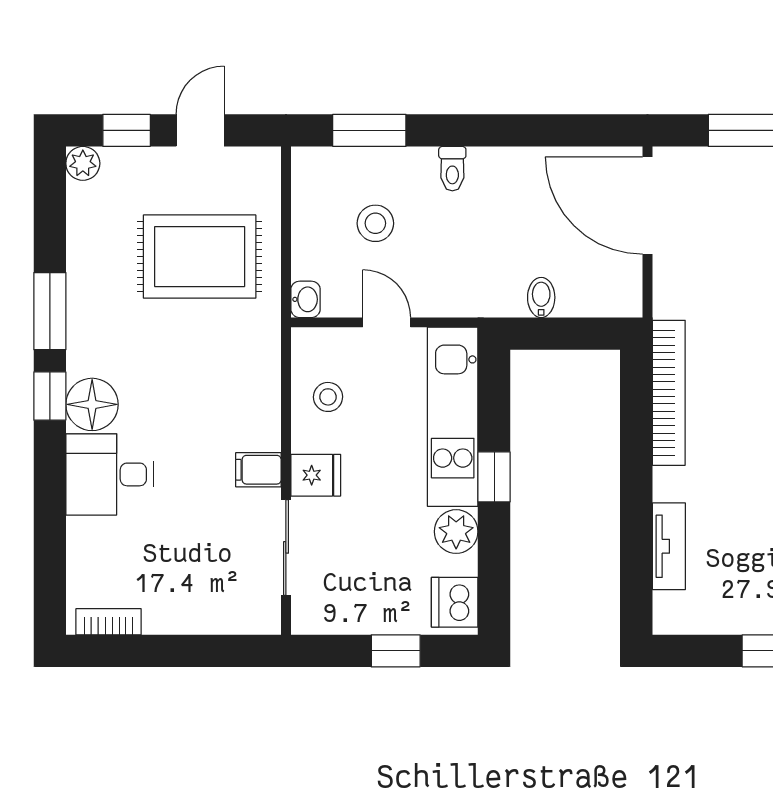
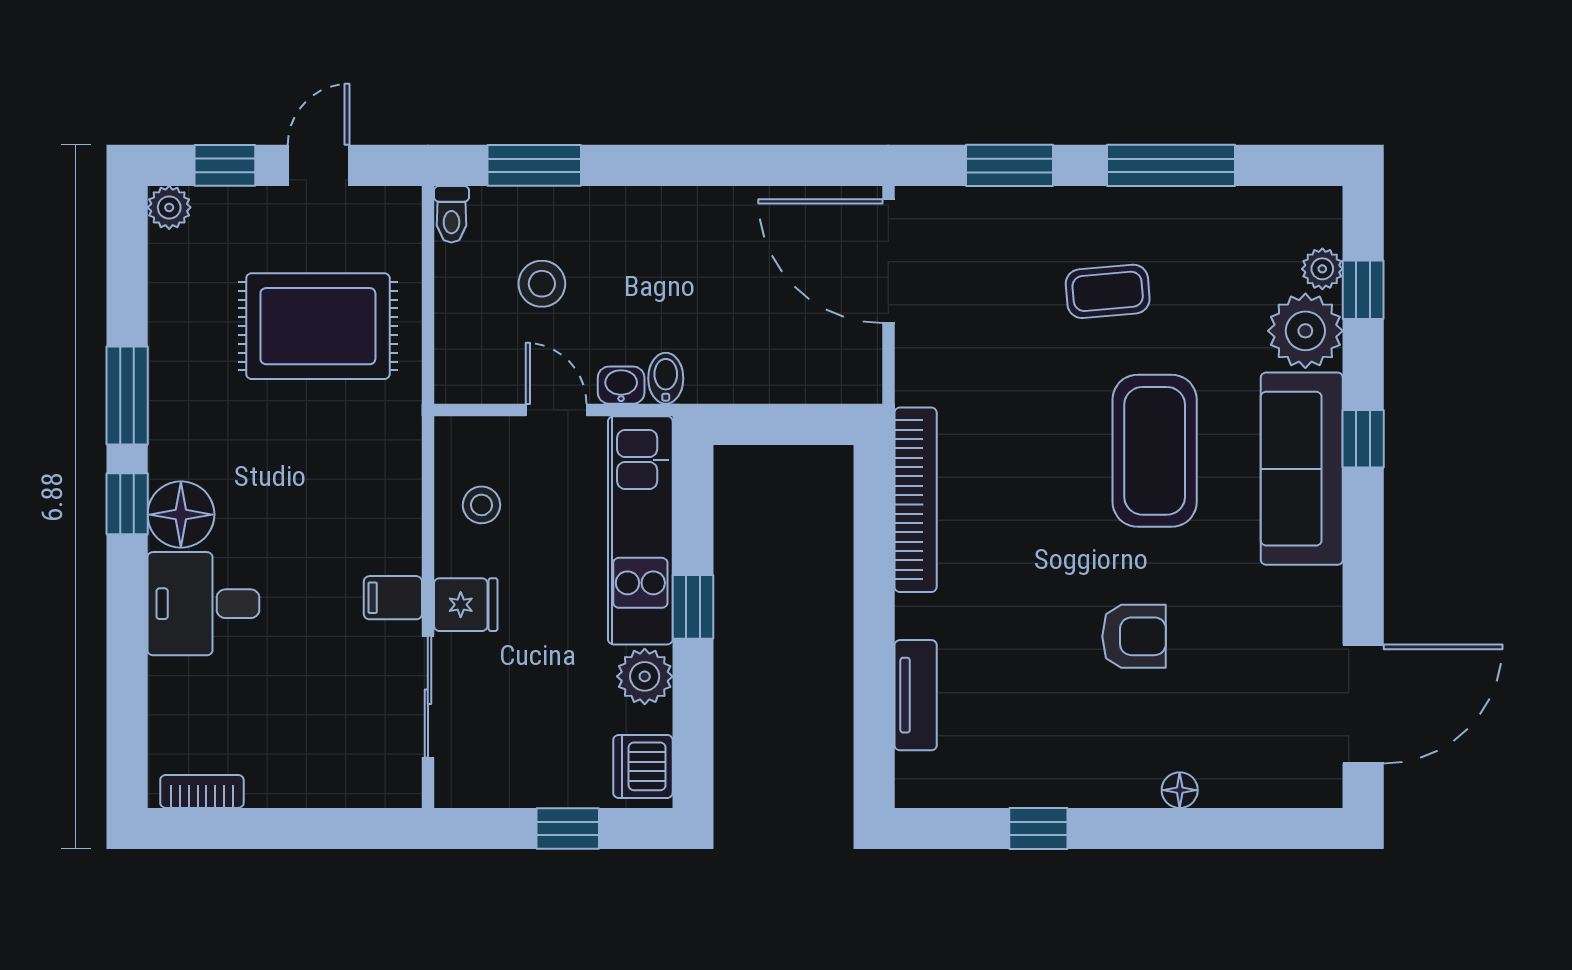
toilet: (452, 169) -> (451, 214), moved
bidet: (541, 297) -> (666, 378), moved
washbasin: (306, 299) -> (621, 385), moved, turned -90

